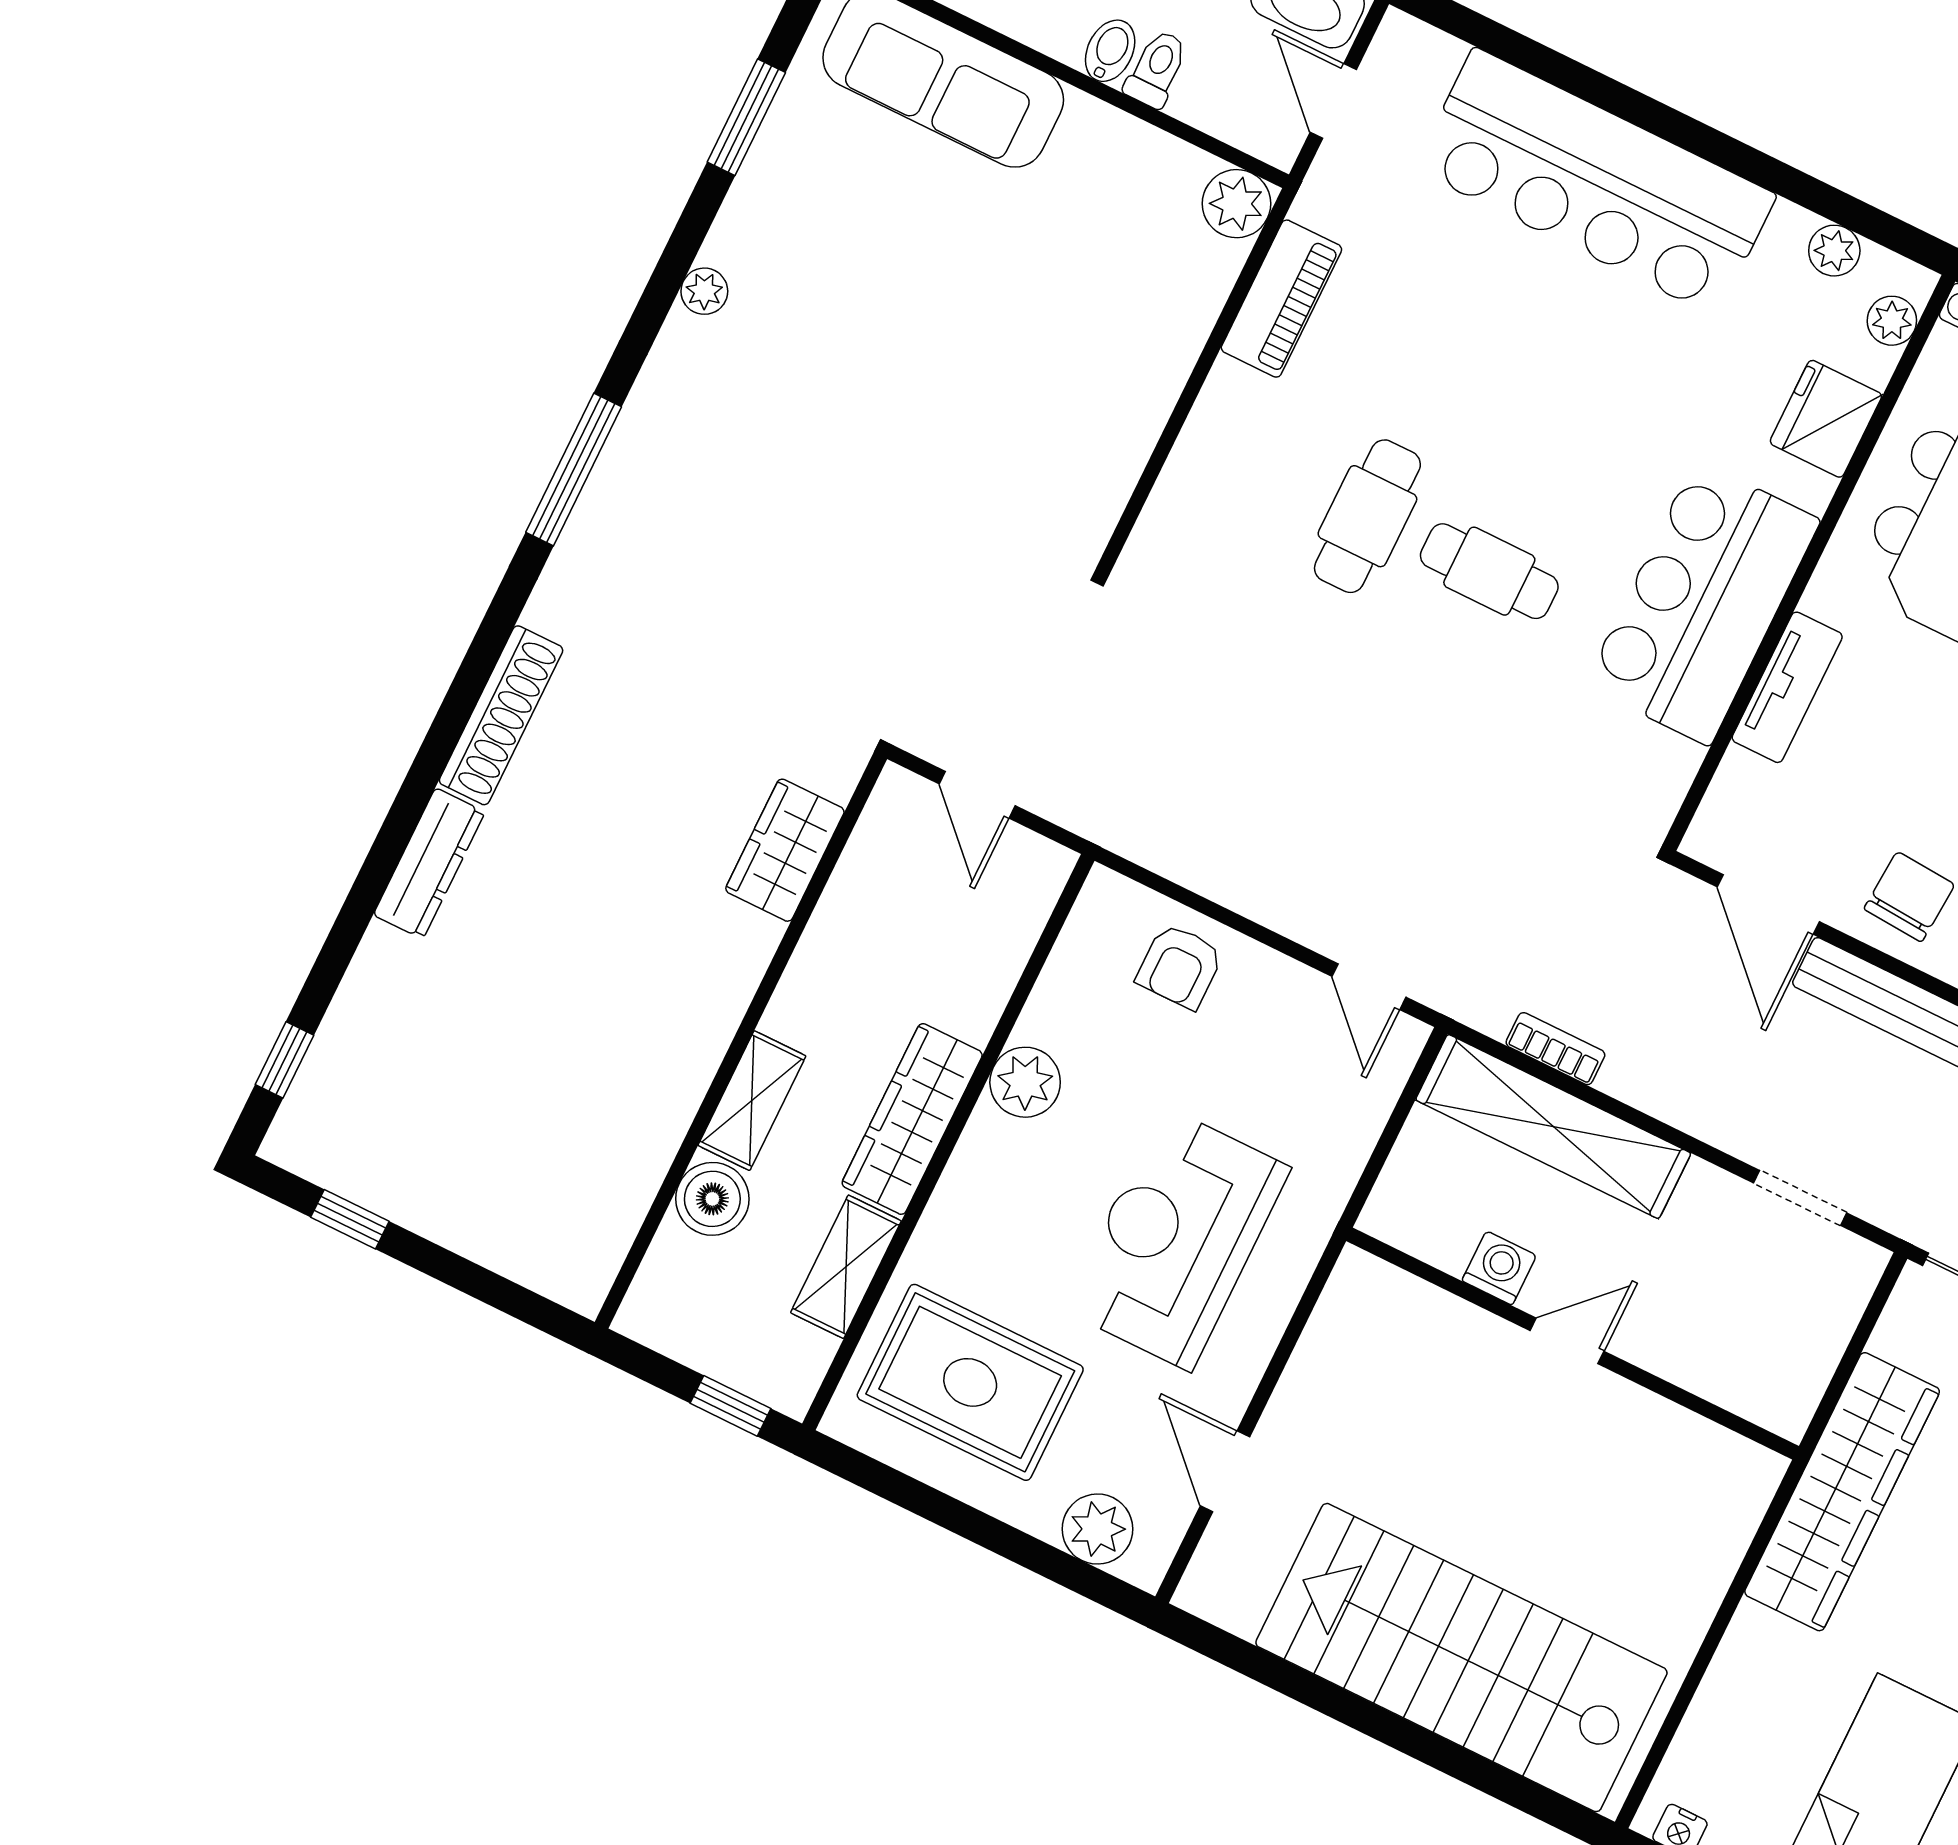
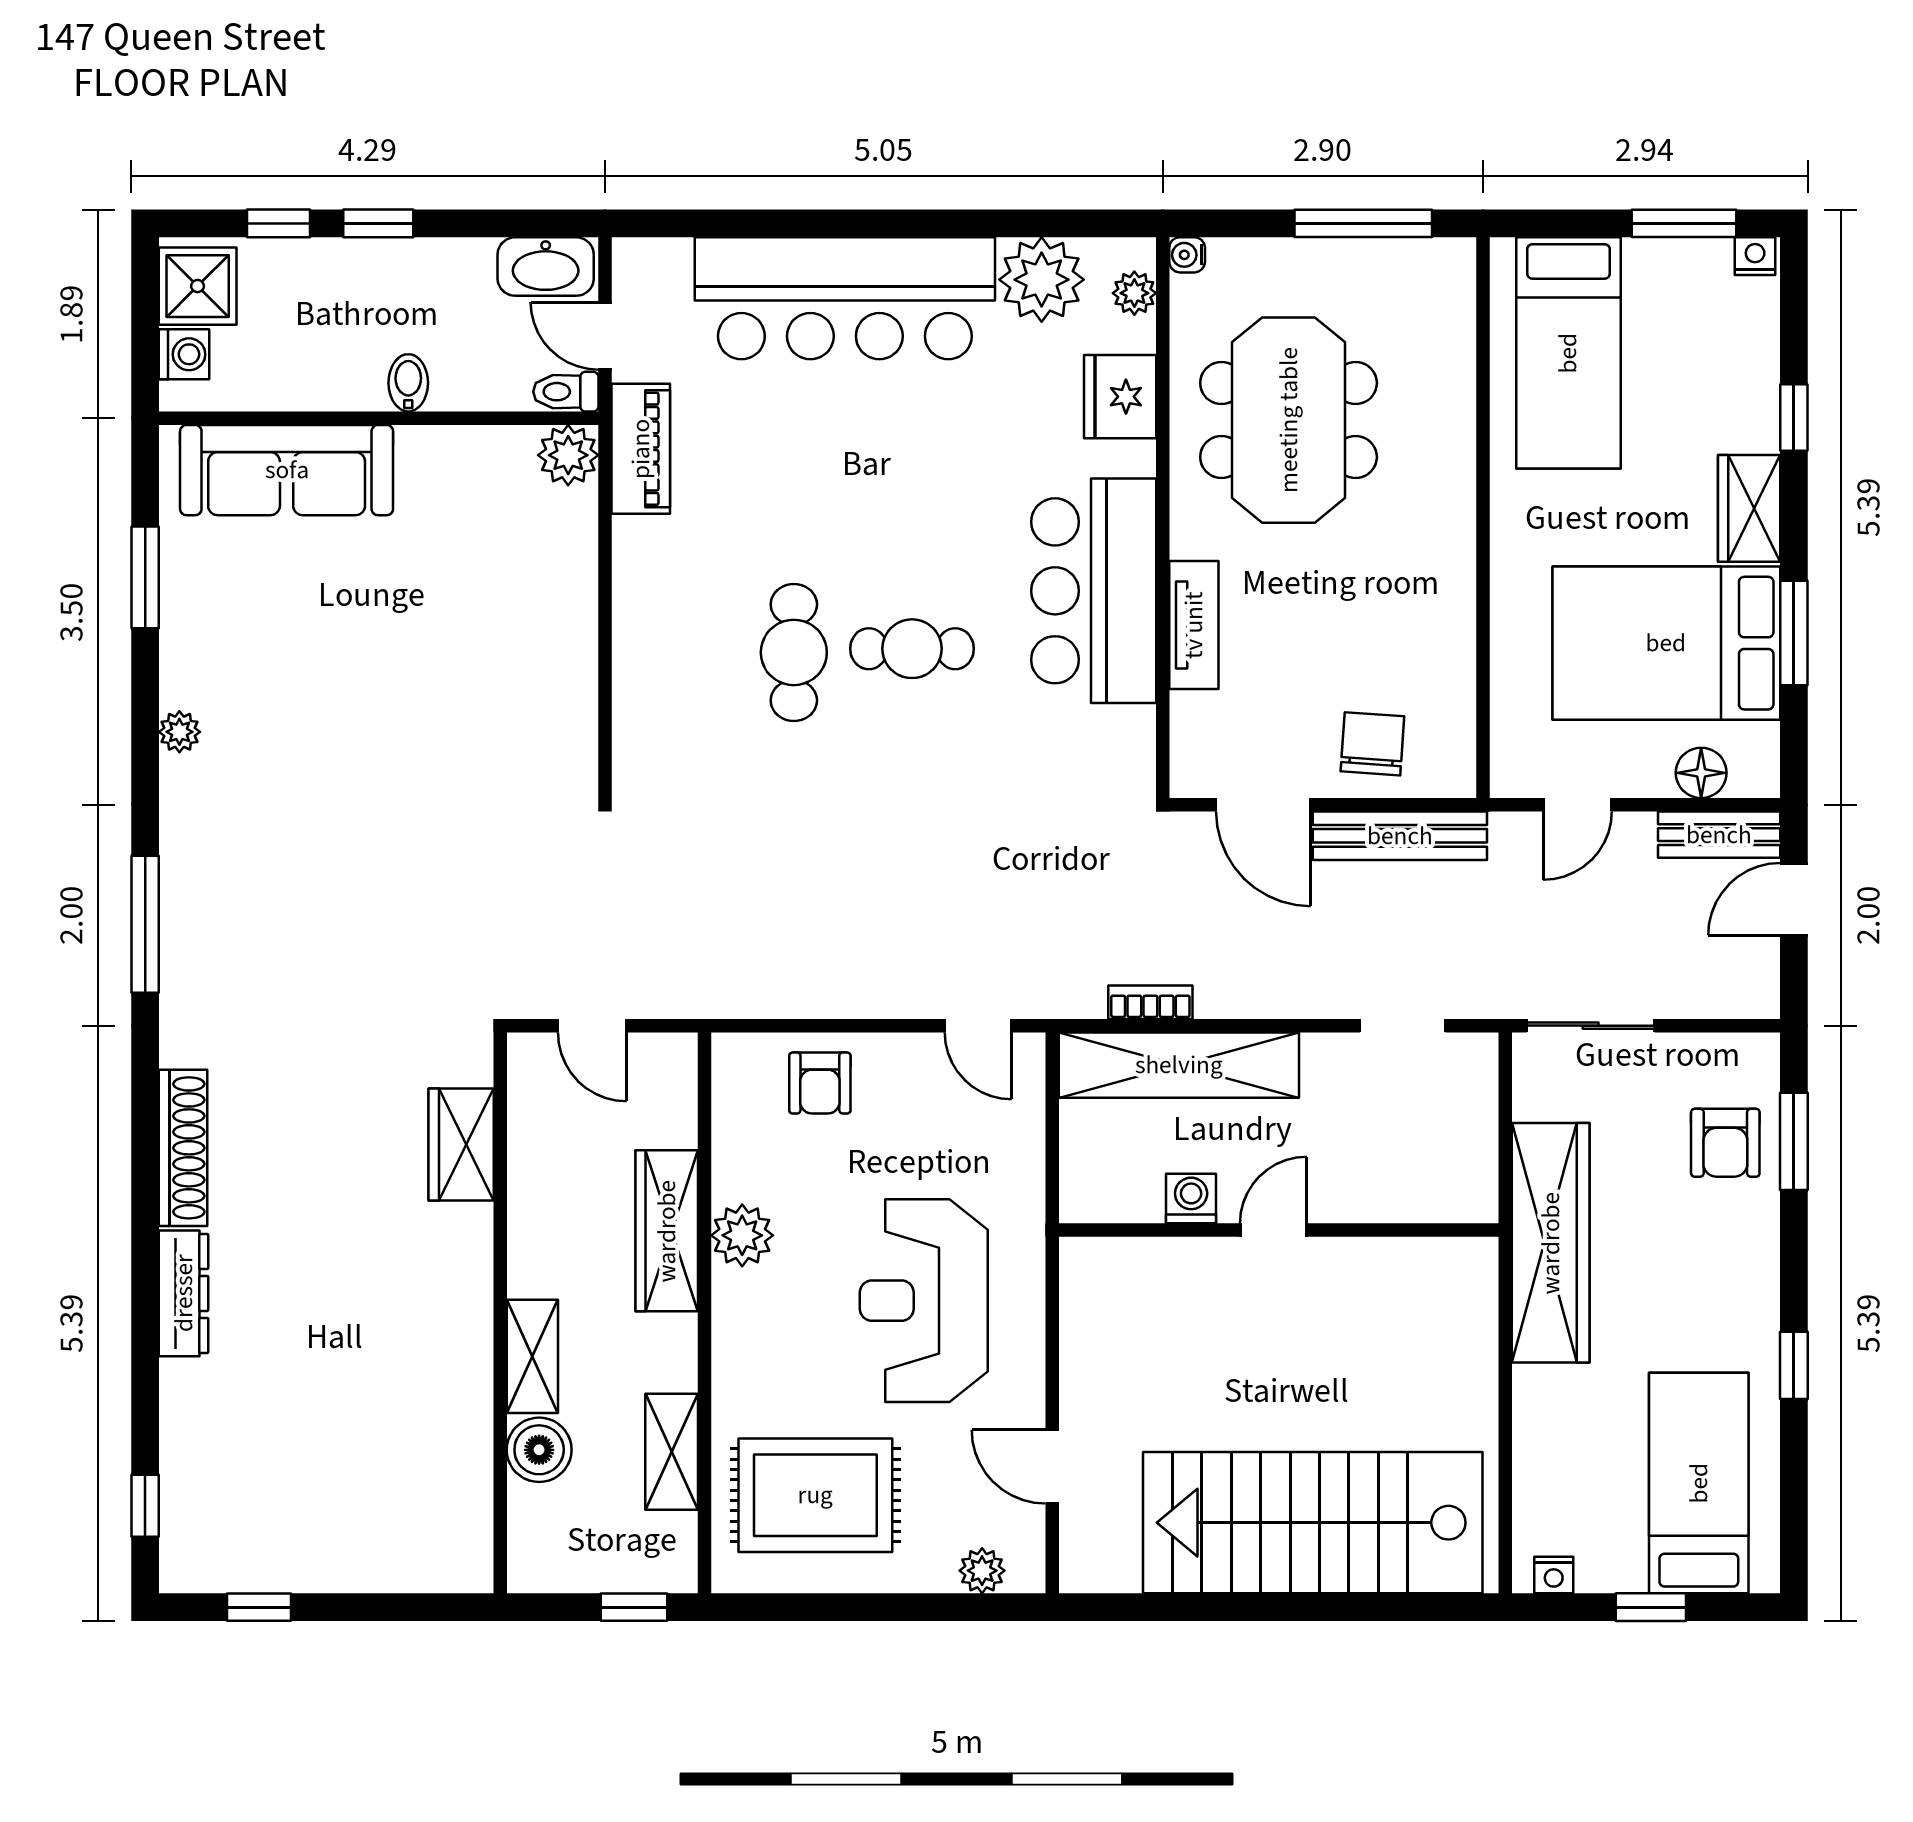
toilet: (1157, 69) -> (566, 392), moved, turned -90
plant: (1834, 251) -> (1042, 280), width x1.88, depth x1.88
piano: (1281, 299) -> (641, 449), moved
wardrobe: (912, 1119) -> (667, 1231), moved
plant: (1097, 1529) -> (982, 1571), width x0.73, depth x0.73

